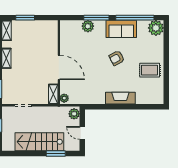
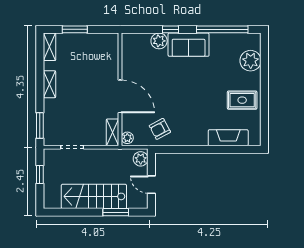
window: (96, 18) -> (170, 29), width x0.46
plant: (156, 28) -> (251, 61), moved
sofa: (121, 29) -> (189, 45), moved
armchair: (117, 58) -> (160, 129), moved
fireplace: (120, 98) -> (228, 138), moved

